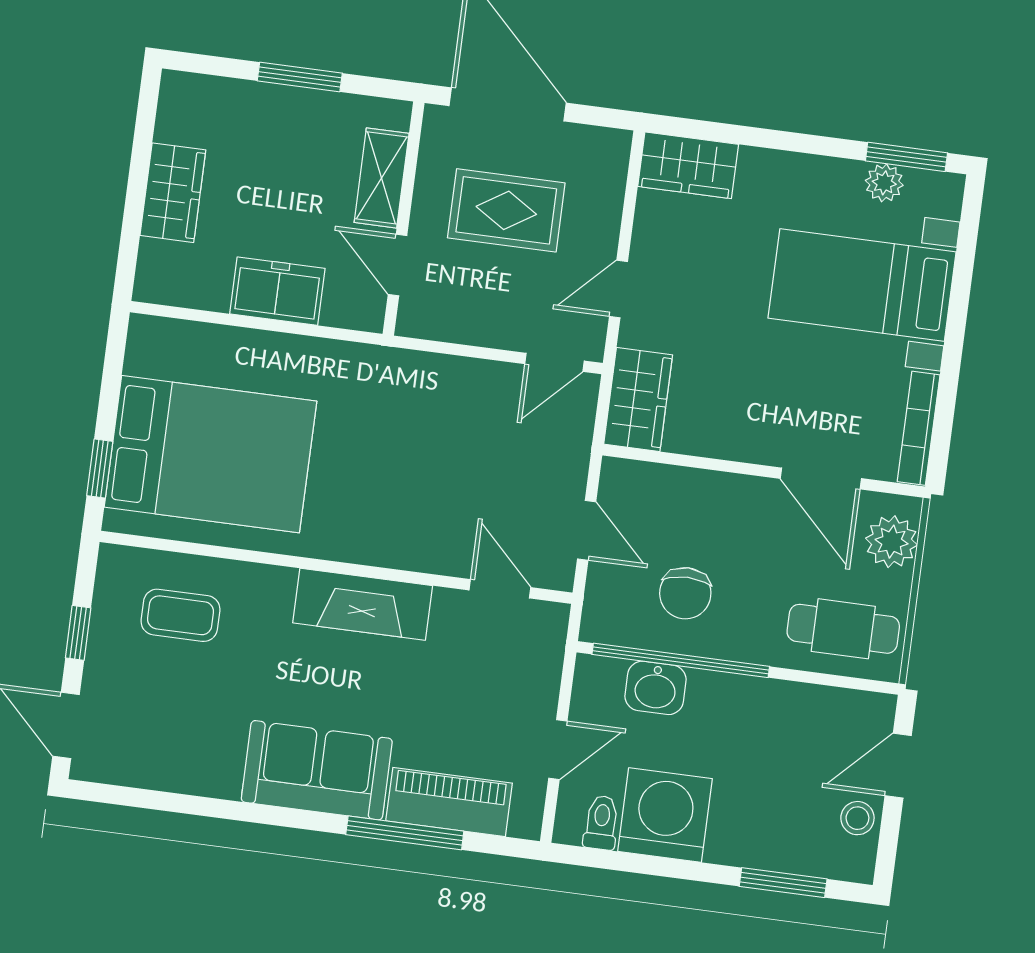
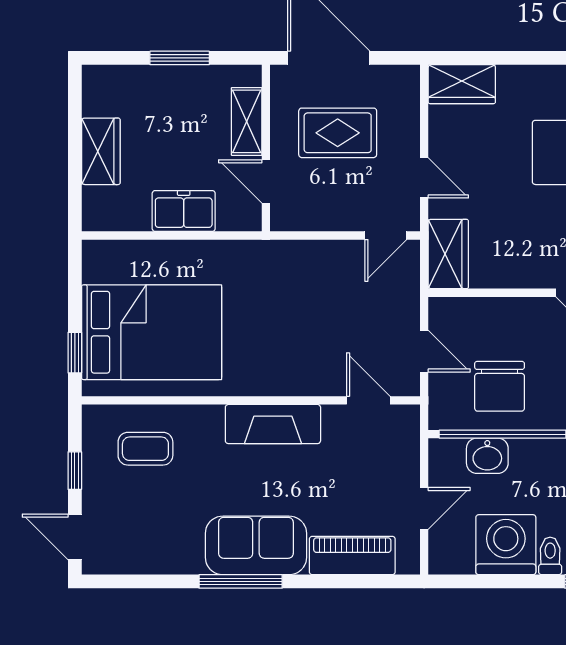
door: (618, 289) -> (424, 178), swing flipped
chair: (685, 593) -> (500, 386), width x1.37, depth x1.37
toilet: (601, 823) -> (550, 556), moved
window: (405, 833) -> (241, 581), moved

